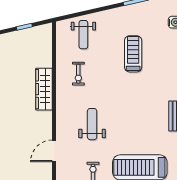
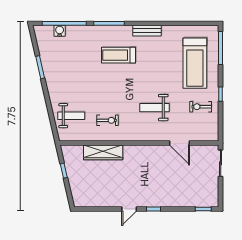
treadmill: (133, 54) -> (118, 55), moved
wardrobe: (44, 89) -> (103, 152), moved

